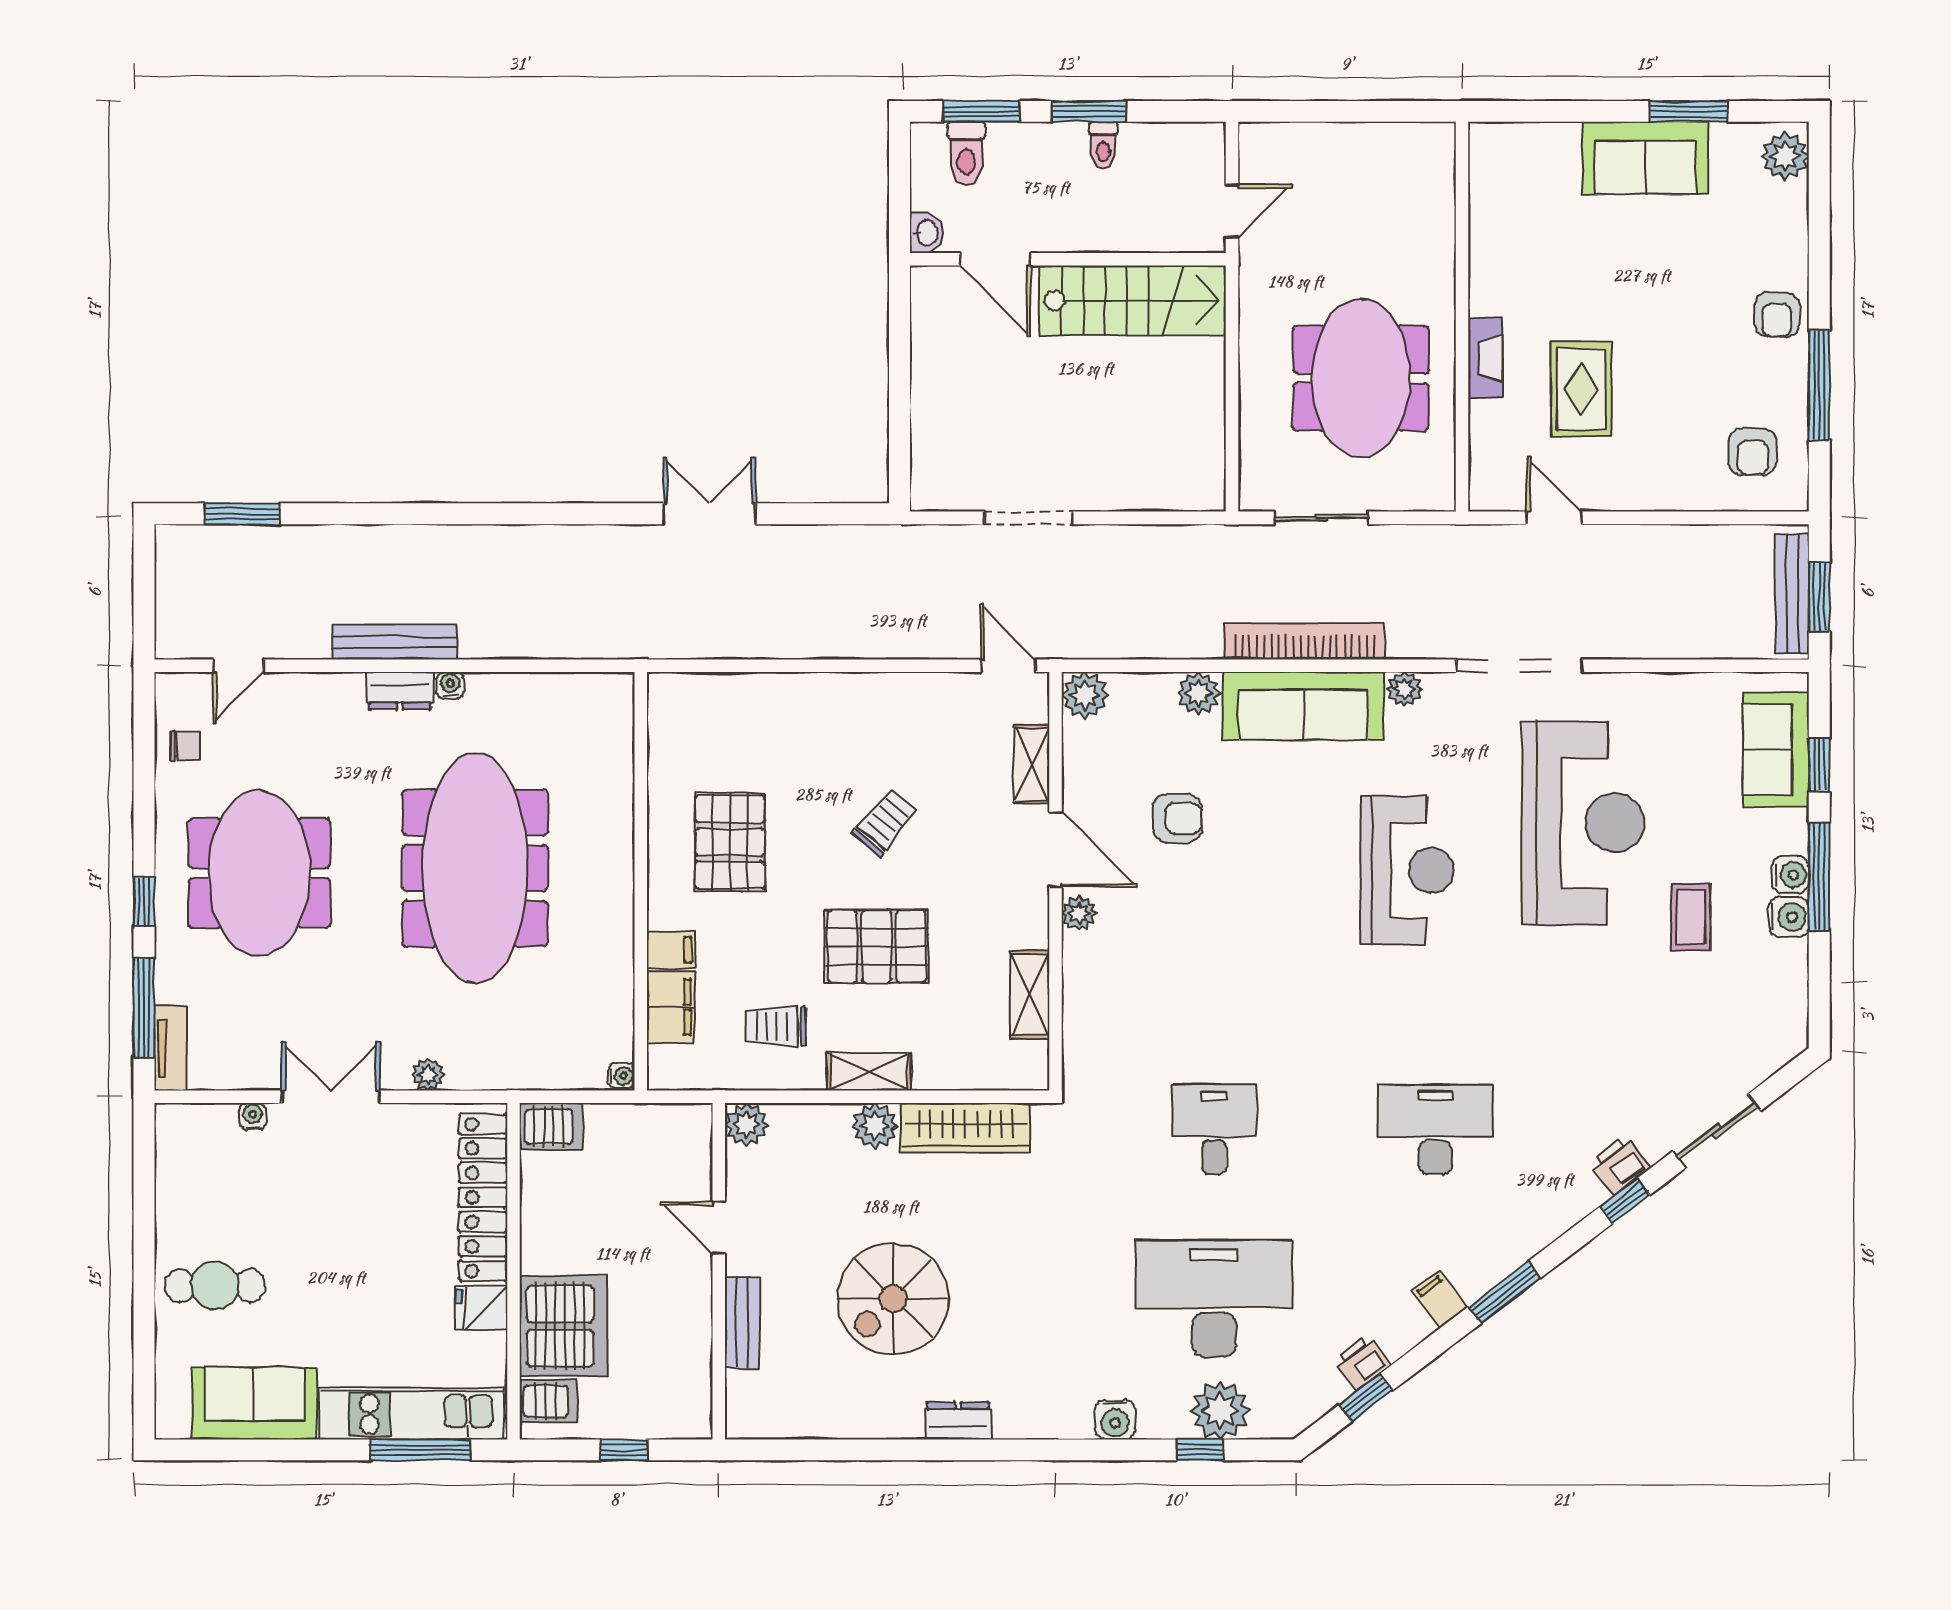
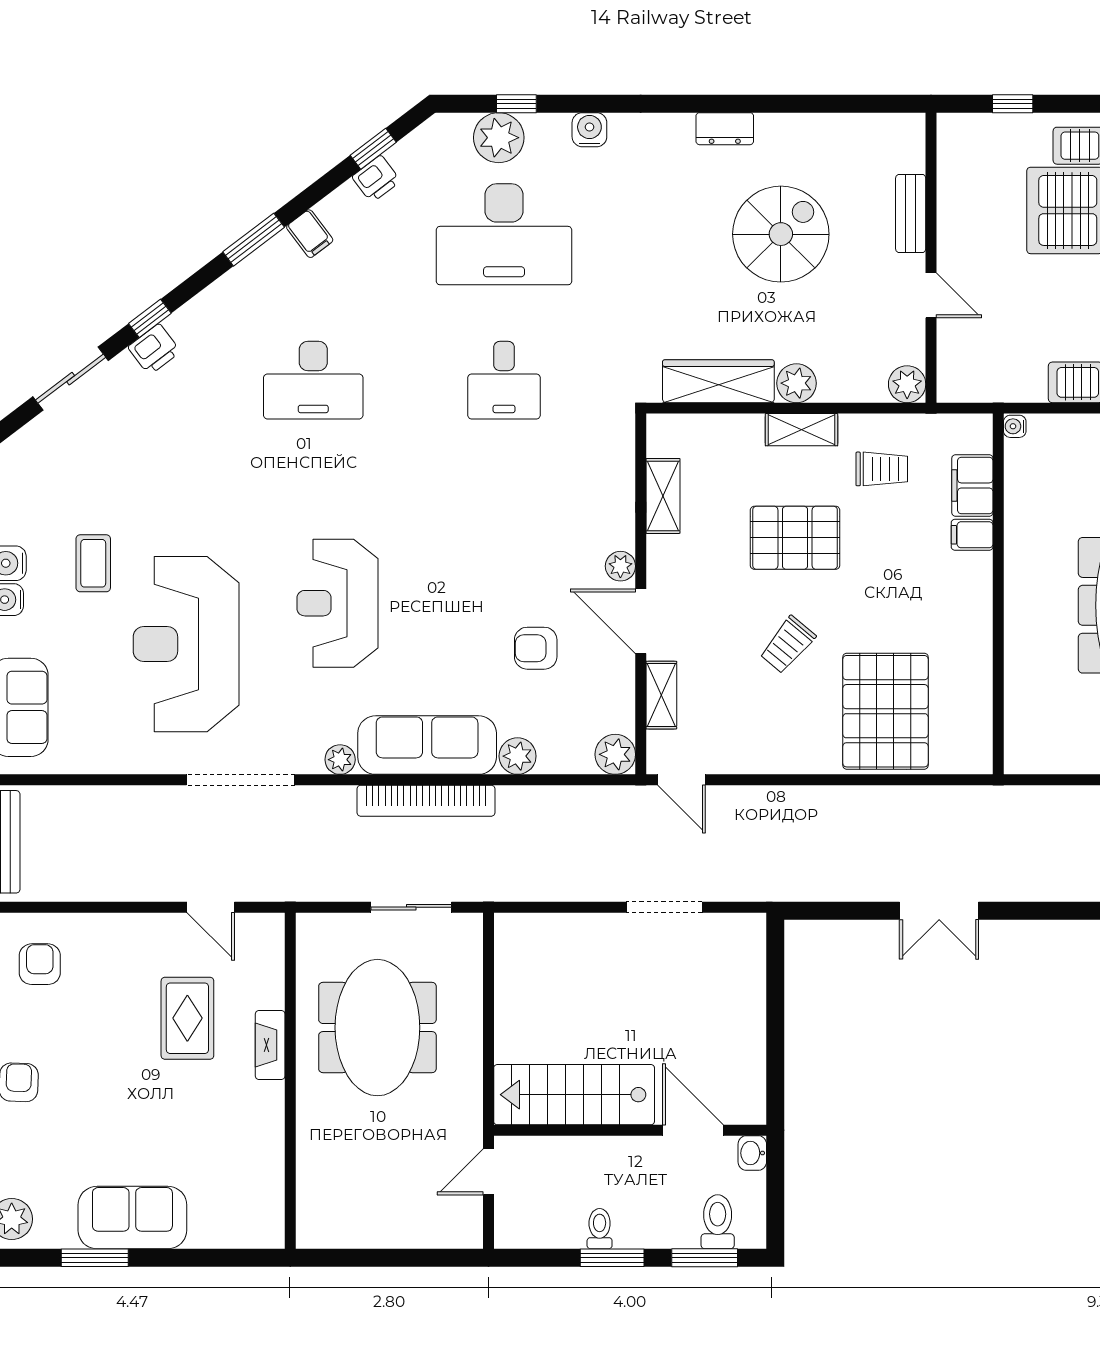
pallet: (730, 842) -> (885, 711), moved, width x1.37, depth x1.41

